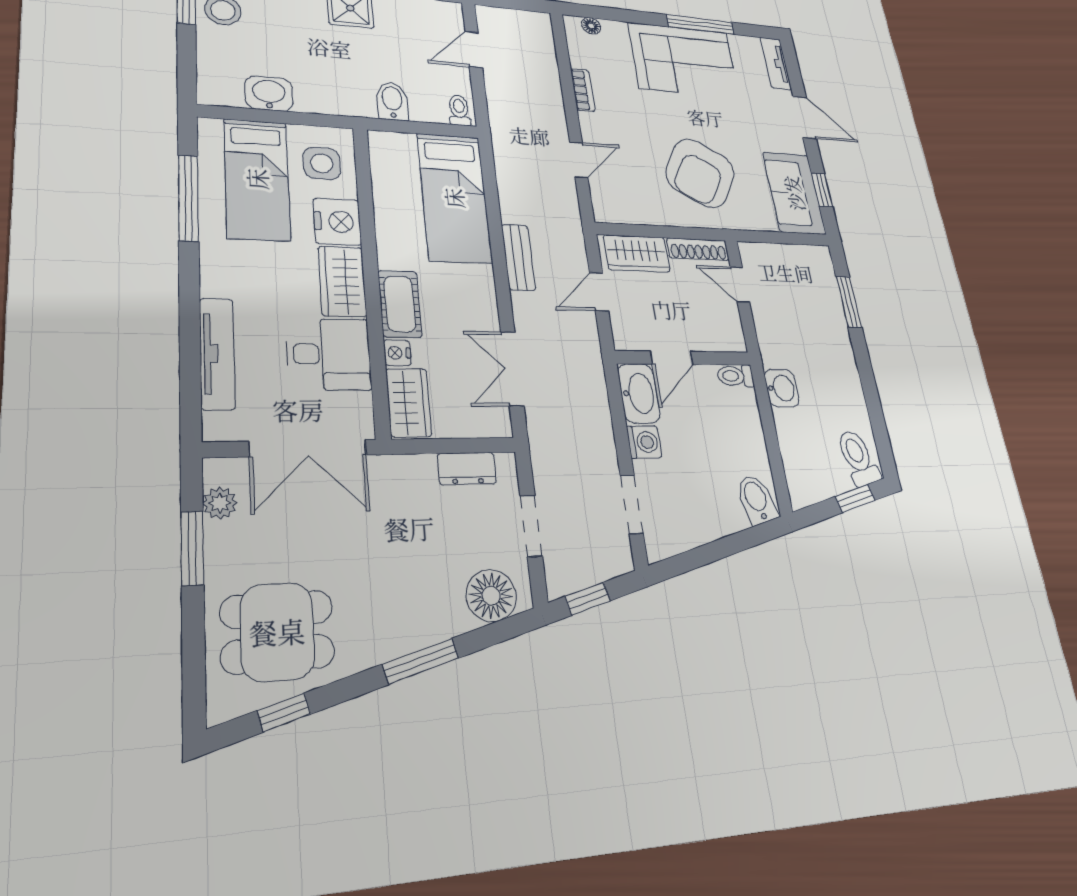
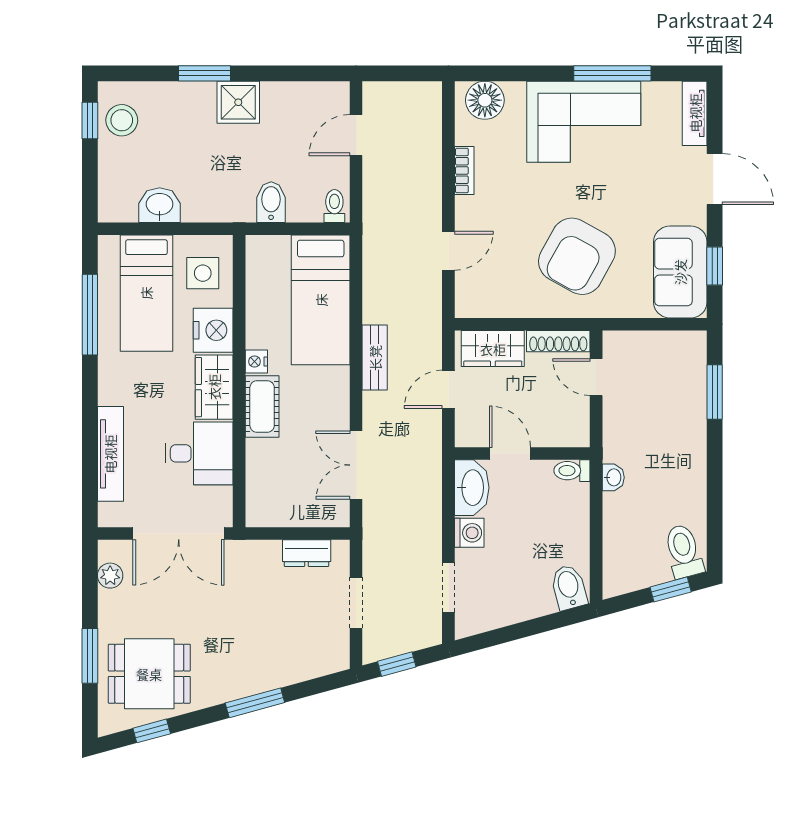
floor lamp: (591, 26) -> (485, 100), width x1.89, depth x1.89
nightstand: (397, 353) -> (256, 362), moved
door: (672, 358) -> (510, 453), swing flipped
washbasin: (782, 388) -> (613, 477), width x0.72, depth x0.69
wardrobe: (409, 403) -> (262, 496), removed
window: (192, 548) -> (90, 656), moved
floor lamp: (491, 596) -> (316, 657), removed

